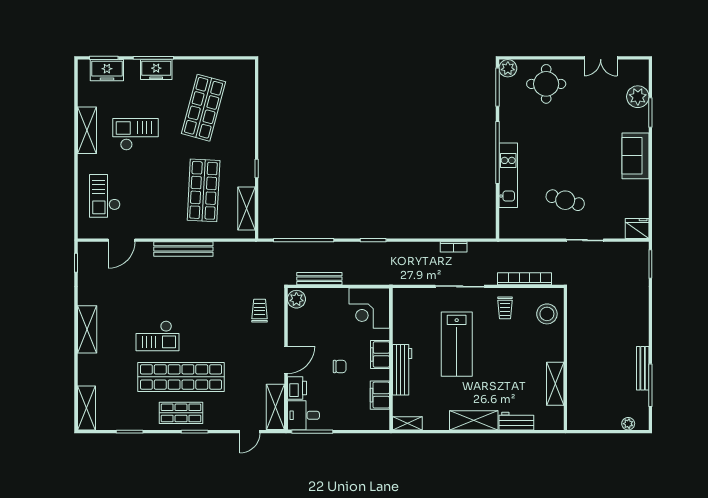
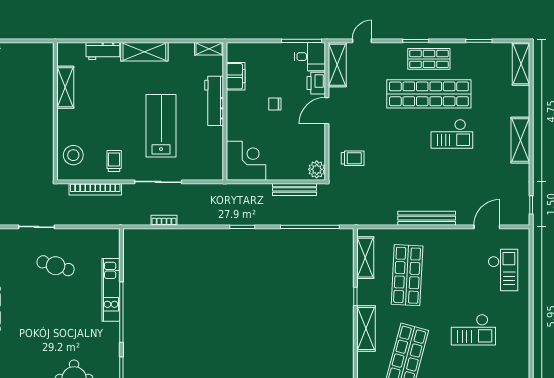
shelving: (87, 130) -> (366, 329), moved
trolley: (260, 311) -> (353, 158), turned -90
checkout: (158, 336) -> (452, 134), turned 180
filing cabinet: (380, 354) -> (235, 116), removed

